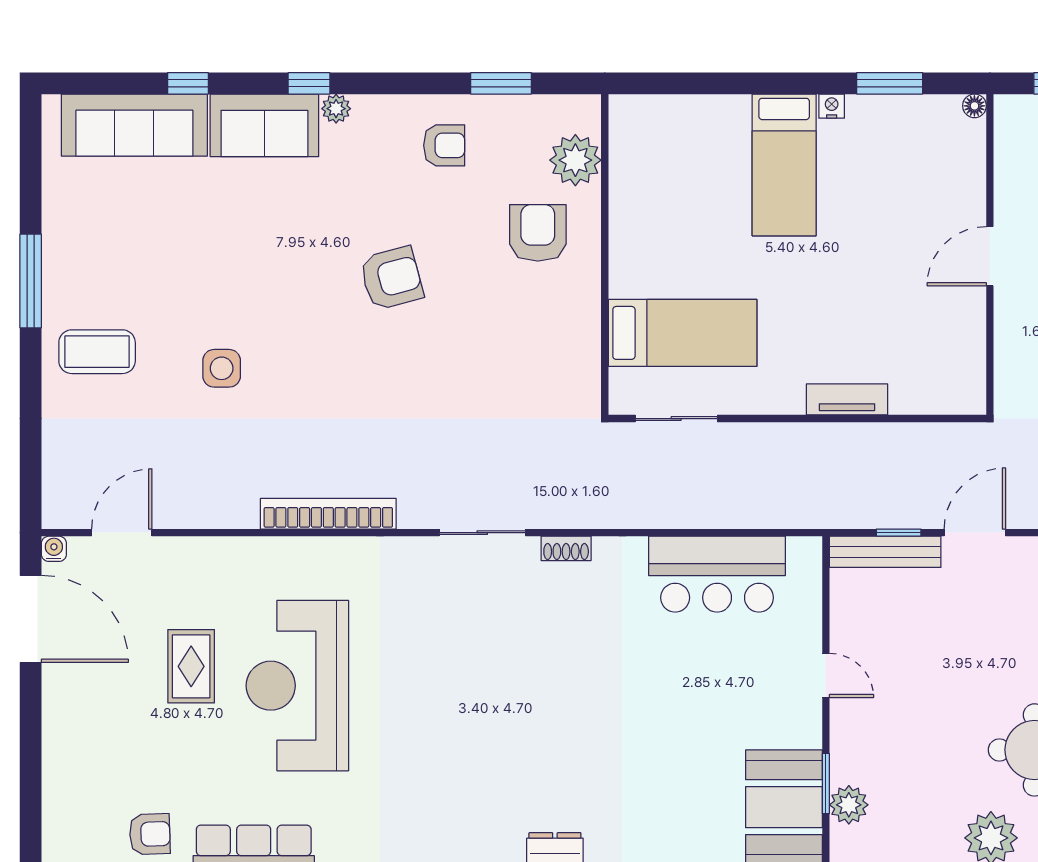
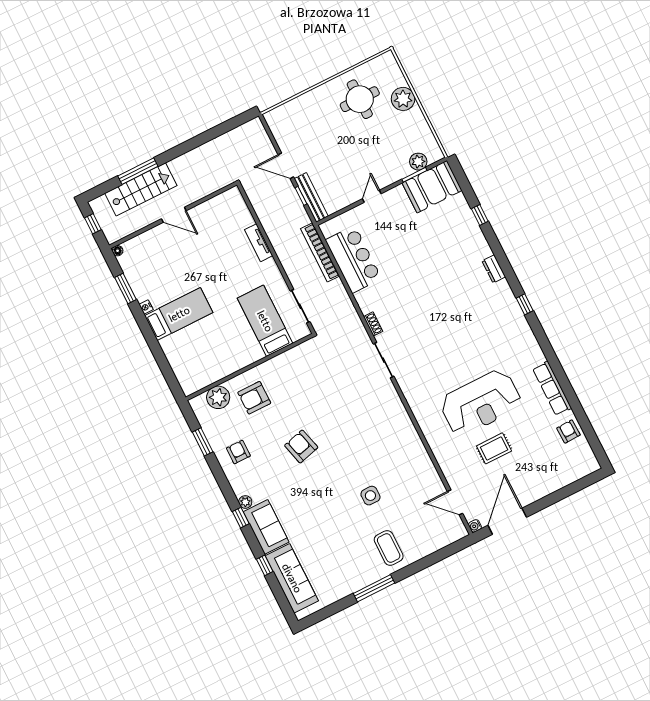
bookcase: (328, 514) -> (320, 252), moved

